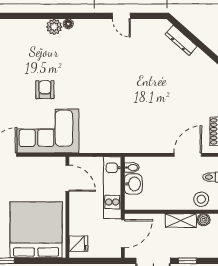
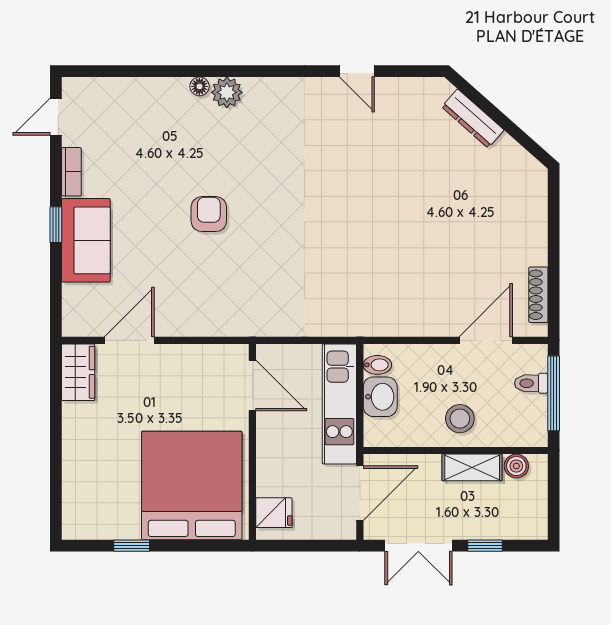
floor lamp: (68, 24) -> (199, 86), moved
corner sofa: (48, 131) -> (215, 294), removed
stool: (201, 199) -> (460, 419), moved

